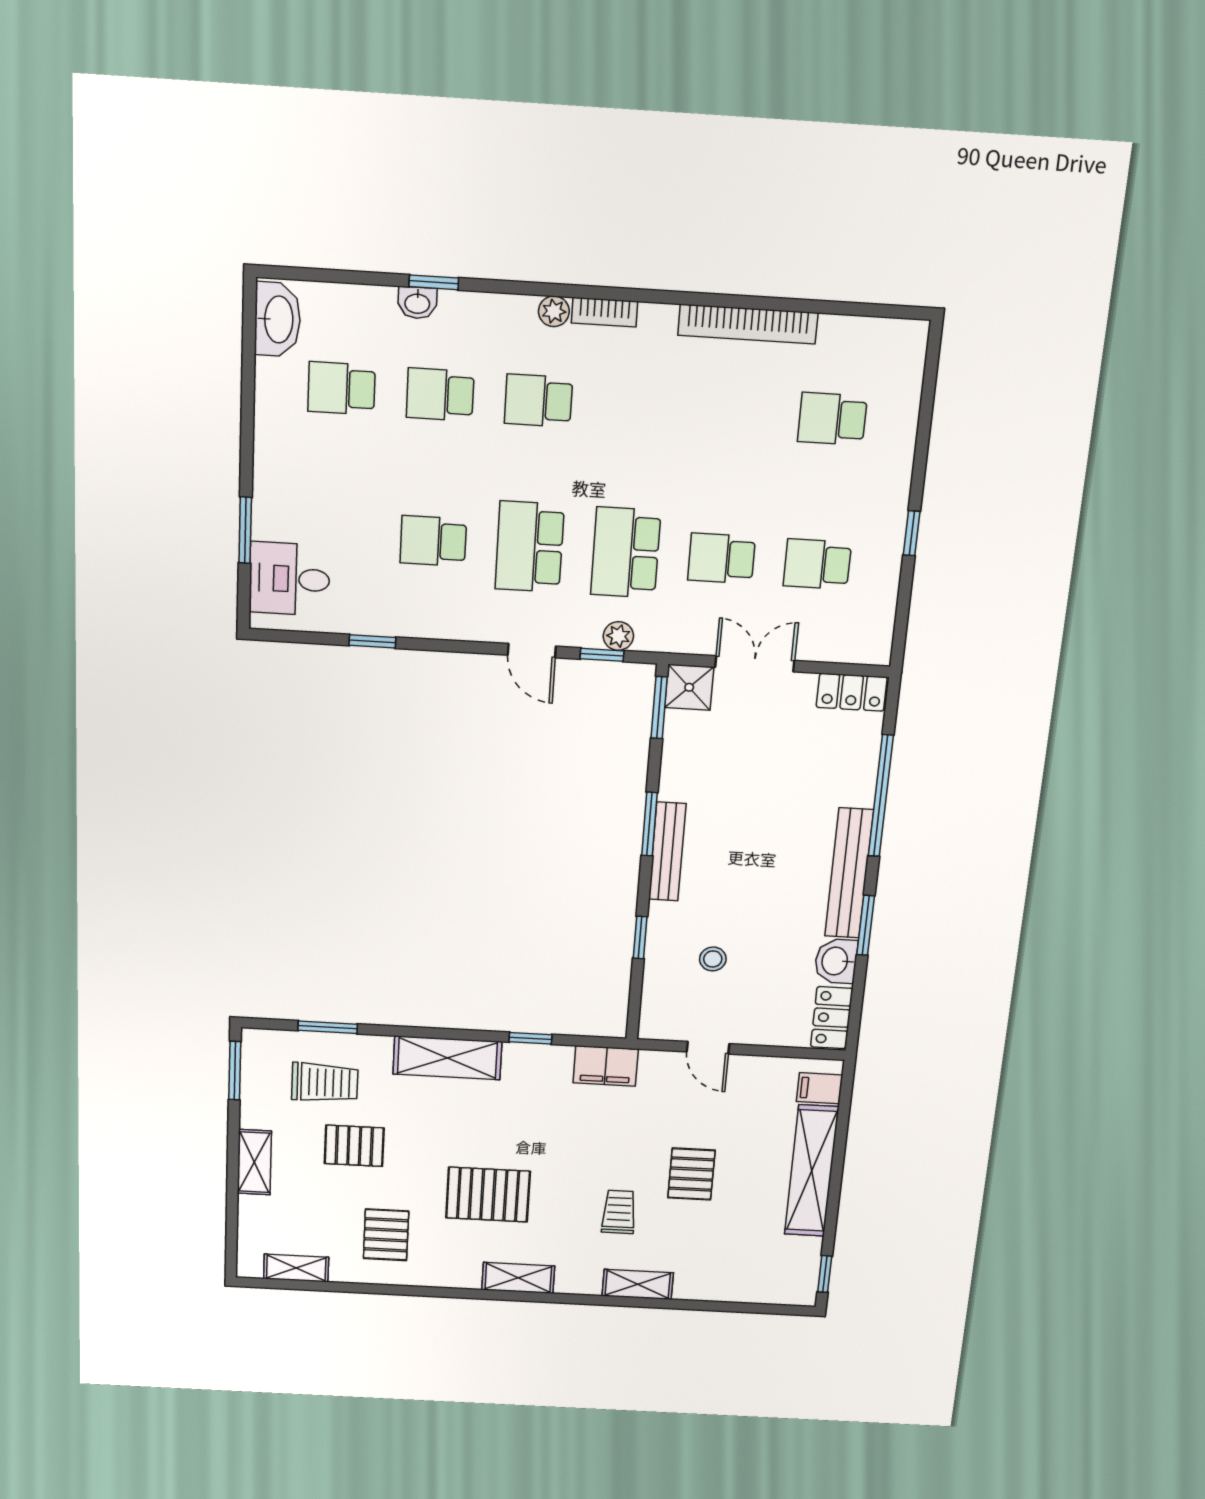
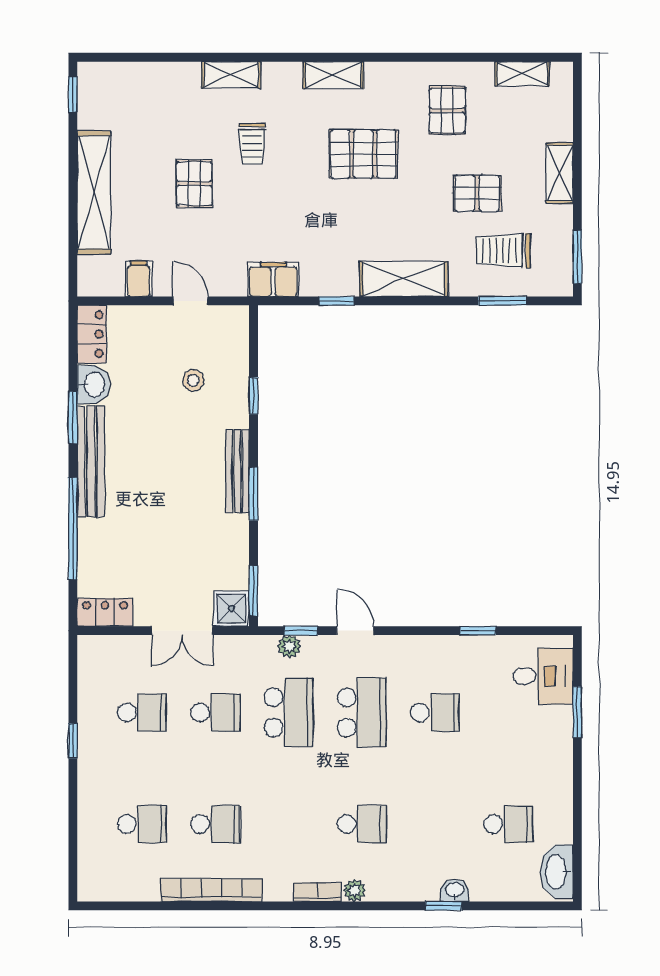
school desk: (440, 395) -> (215, 824), moved
filing cabinet: (820, 1088) -> (139, 279), moved, turned -90

